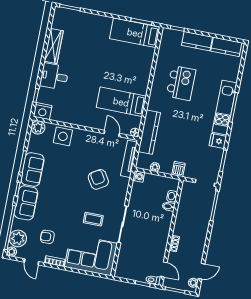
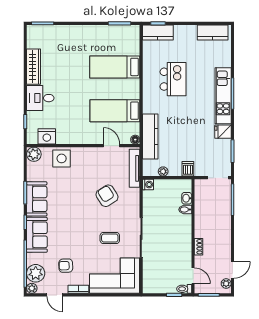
bed: (135, 33) -> (115, 67), moved
kitchen counter: (197, 41) -> (158, 33), moved
nightstand: (43, 111) -> (47, 136), moved

